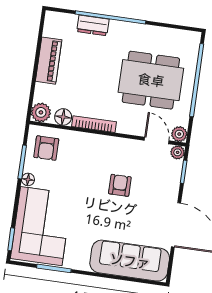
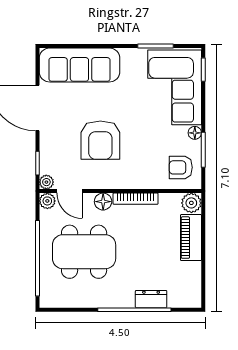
piano: (49, 61) -> (191, 238), moved
floor lamp: (63, 117) -> (103, 202), moved
armchair: (46, 148) -> (181, 167), turned -90
armchair: (120, 185) -> (100, 140), width x1.88, depth x1.88

